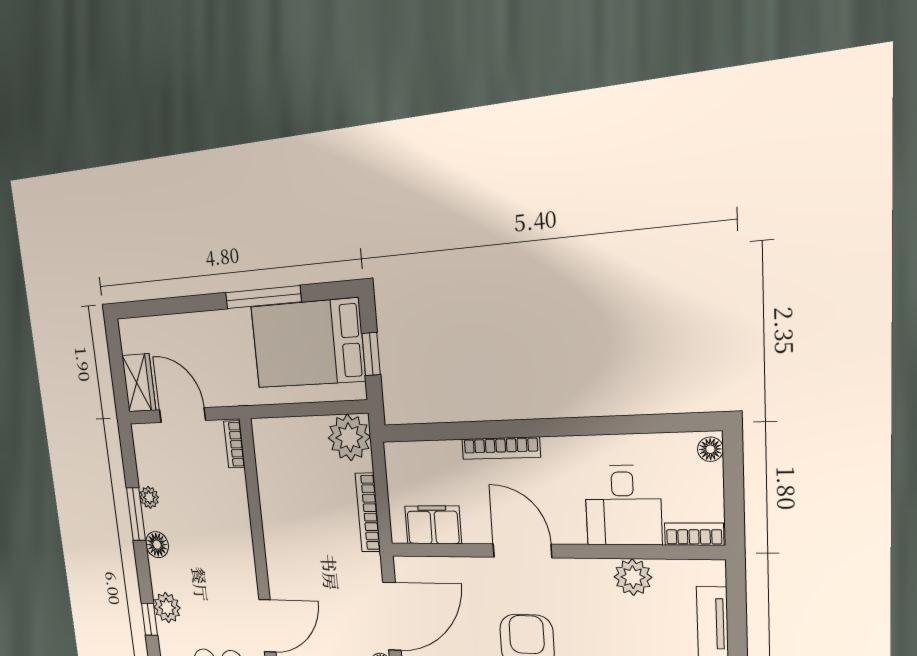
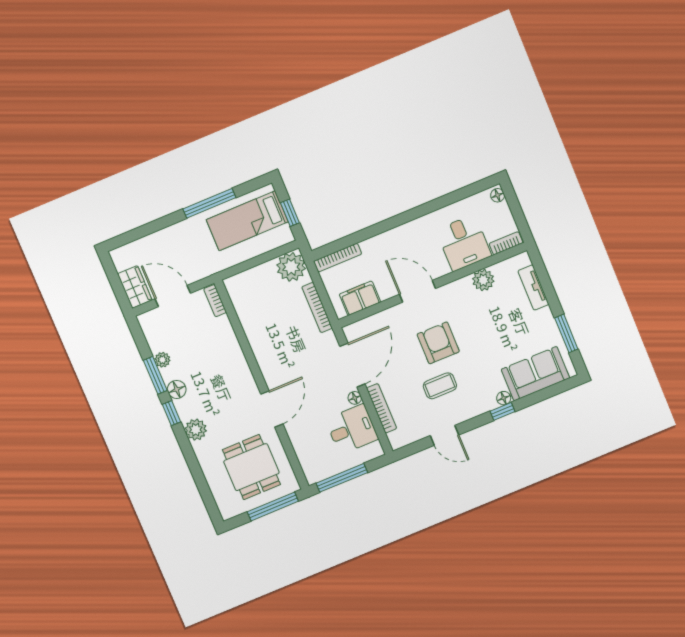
bed: (308, 344) -> (247, 221), width x0.67
bookcase: (501, 448) -> (338, 258), moved
window: (150, 619) -> (171, 413), moved

